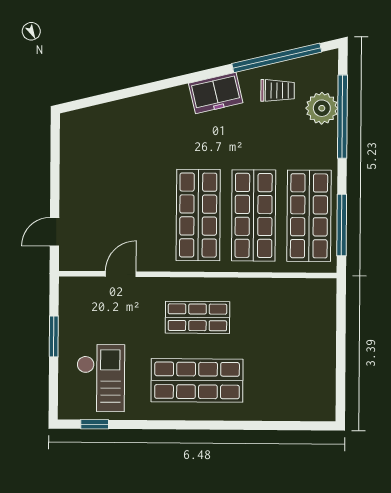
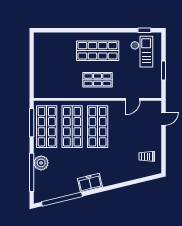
trolley: (278, 90) -> (147, 156), moved
plant: (322, 108) -> (41, 163), moved
checkout: (101, 378) -> (142, 52), turned 180

